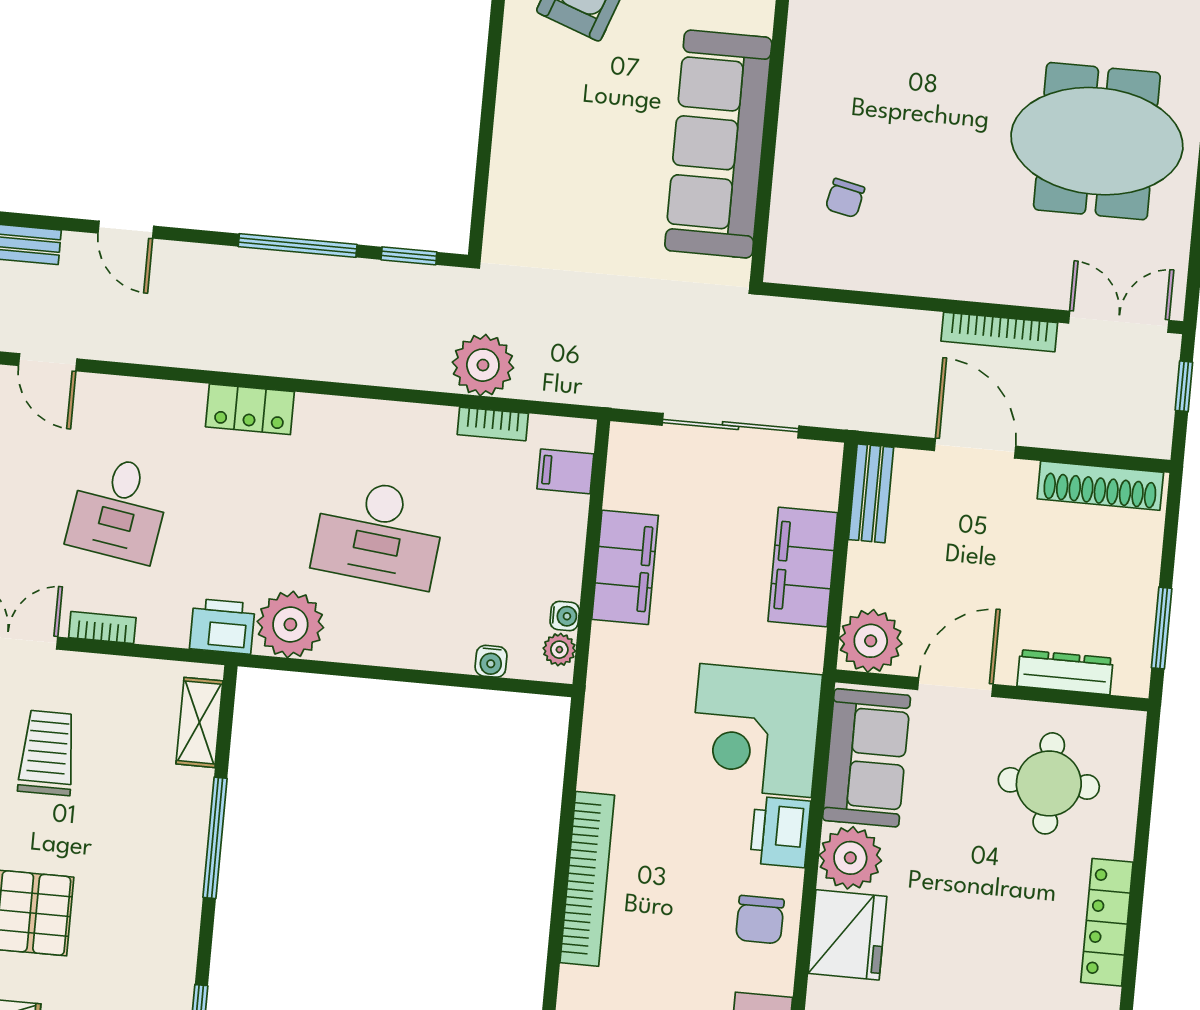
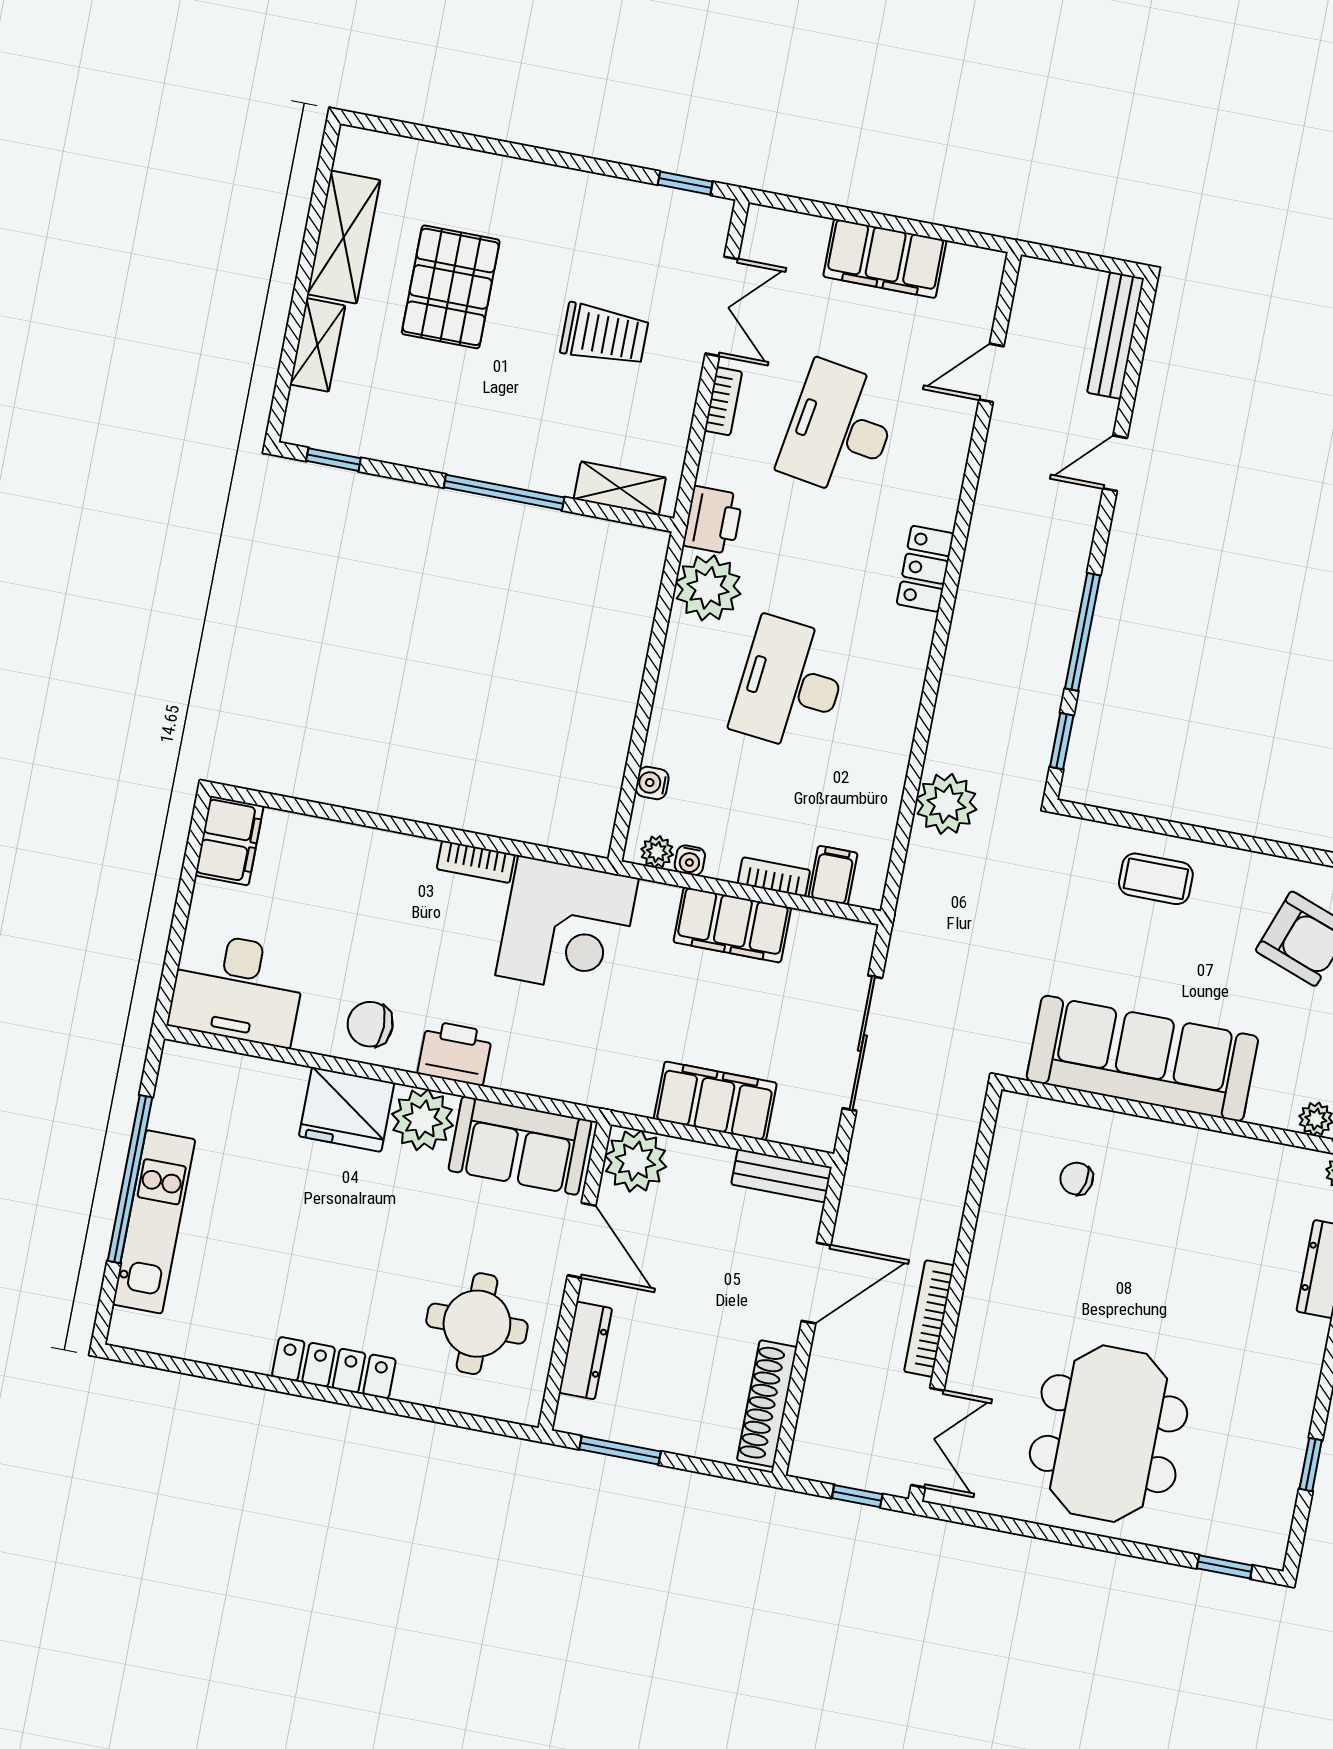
coffee table: (537, 148) -> (1156, 879), added
bookcase: (493, 424) -> (774, 877), moved, turned 90
desk: (119, 509) -> (839, 429), width x1.37
corner desk: (756, 731) -> (567, 927), moved, turned 180
bookcase: (587, 879) -> (476, 862), width x0.43, depth x0.76

